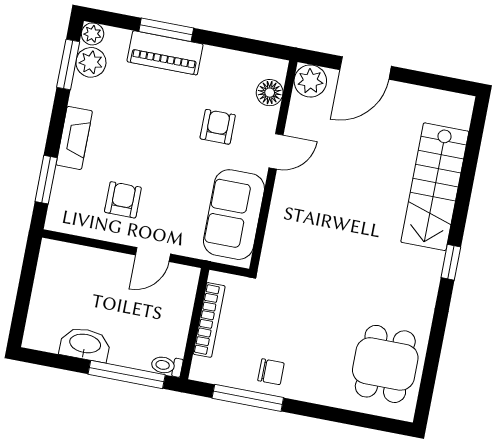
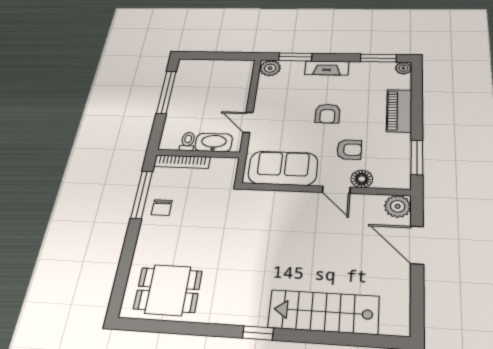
window: (166, 30) -> (417, 157), moved
plant: (91, 62) -> (270, 68), moved
floor lamp: (270, 93) -> (362, 179), moved
armchair: (123, 200) -> (327, 114), moved, turned 90
bookcase: (209, 320) -> (182, 162), moved
washbasin: (85, 344) -> (214, 143), moved, turned -90
toilet: (167, 366) -> (188, 142), moved
window: (127, 375) -> (166, 92), moved

